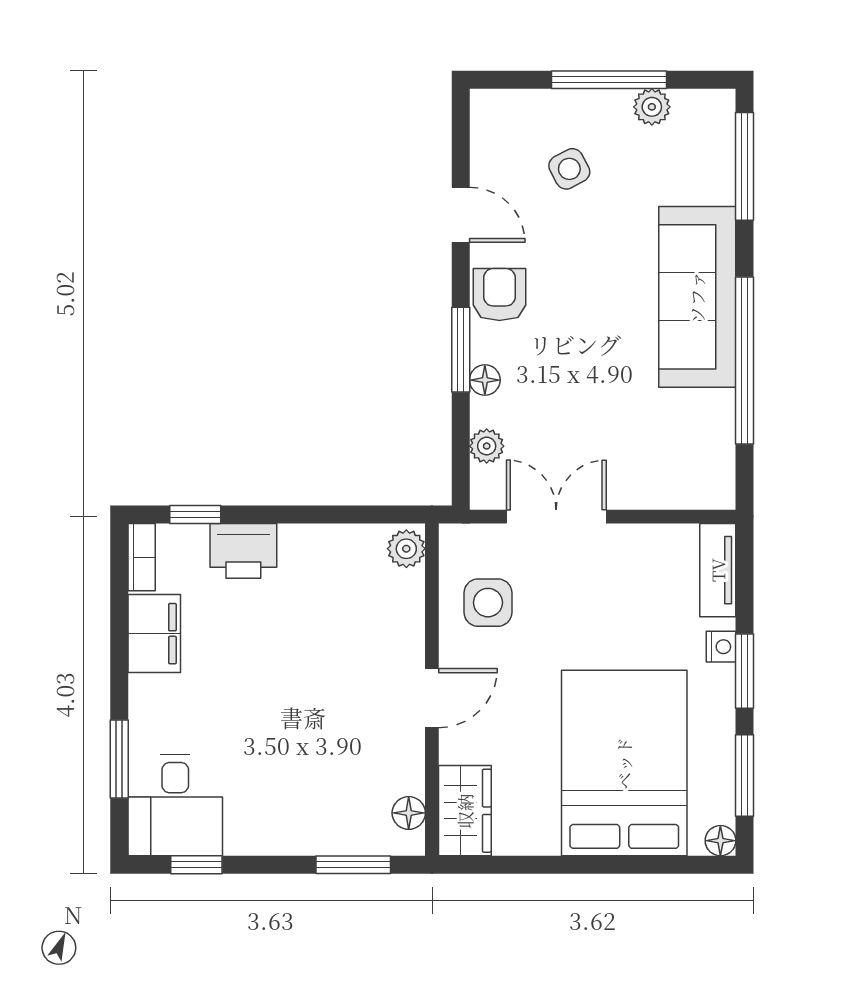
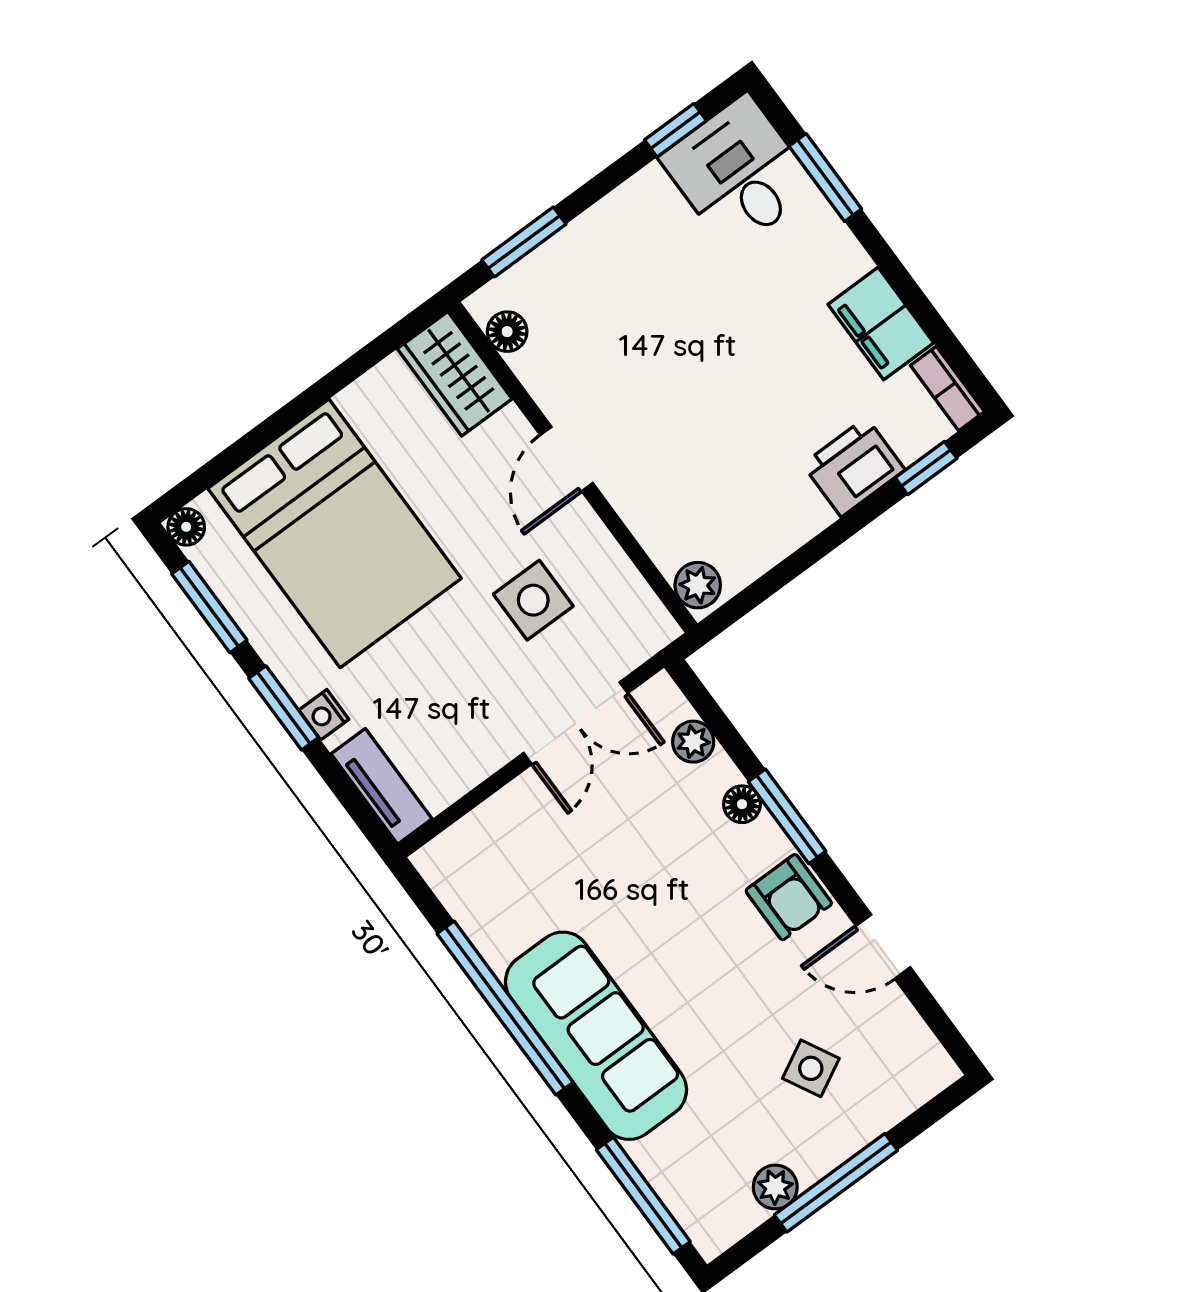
side table: (488, 603) -> (533, 600), moved

